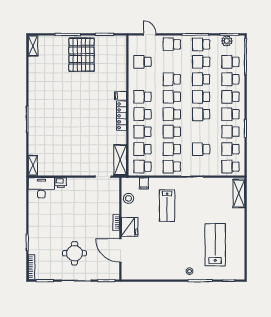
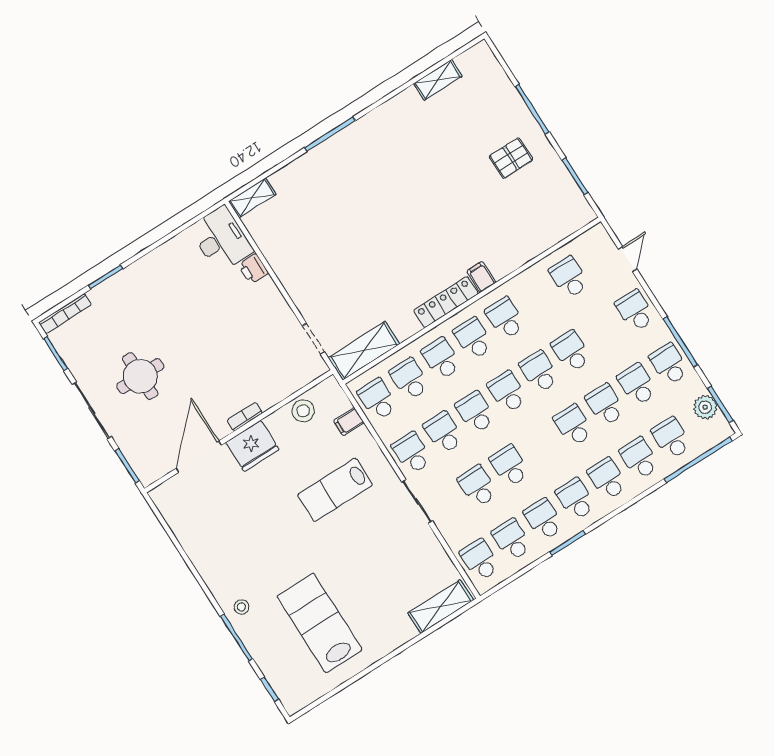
shelving: (33, 46) -> (438, 80), moved
pallet: (82, 55) -> (511, 158), width x0.49, depth x0.50
school desk: (201, 114) -> (510, 466), moved
lab bench: (215, 245) -> (320, 623), turned -90

